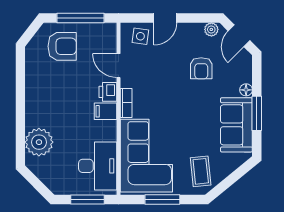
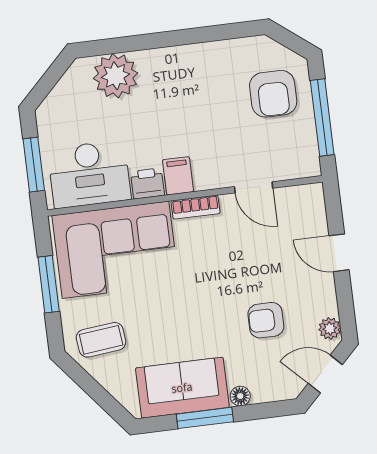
side table: (140, 36) -> (305, 217), removed
door: (118, 66) -> (254, 187), swing flipped
printer: (108, 92) -> (147, 183), moved

